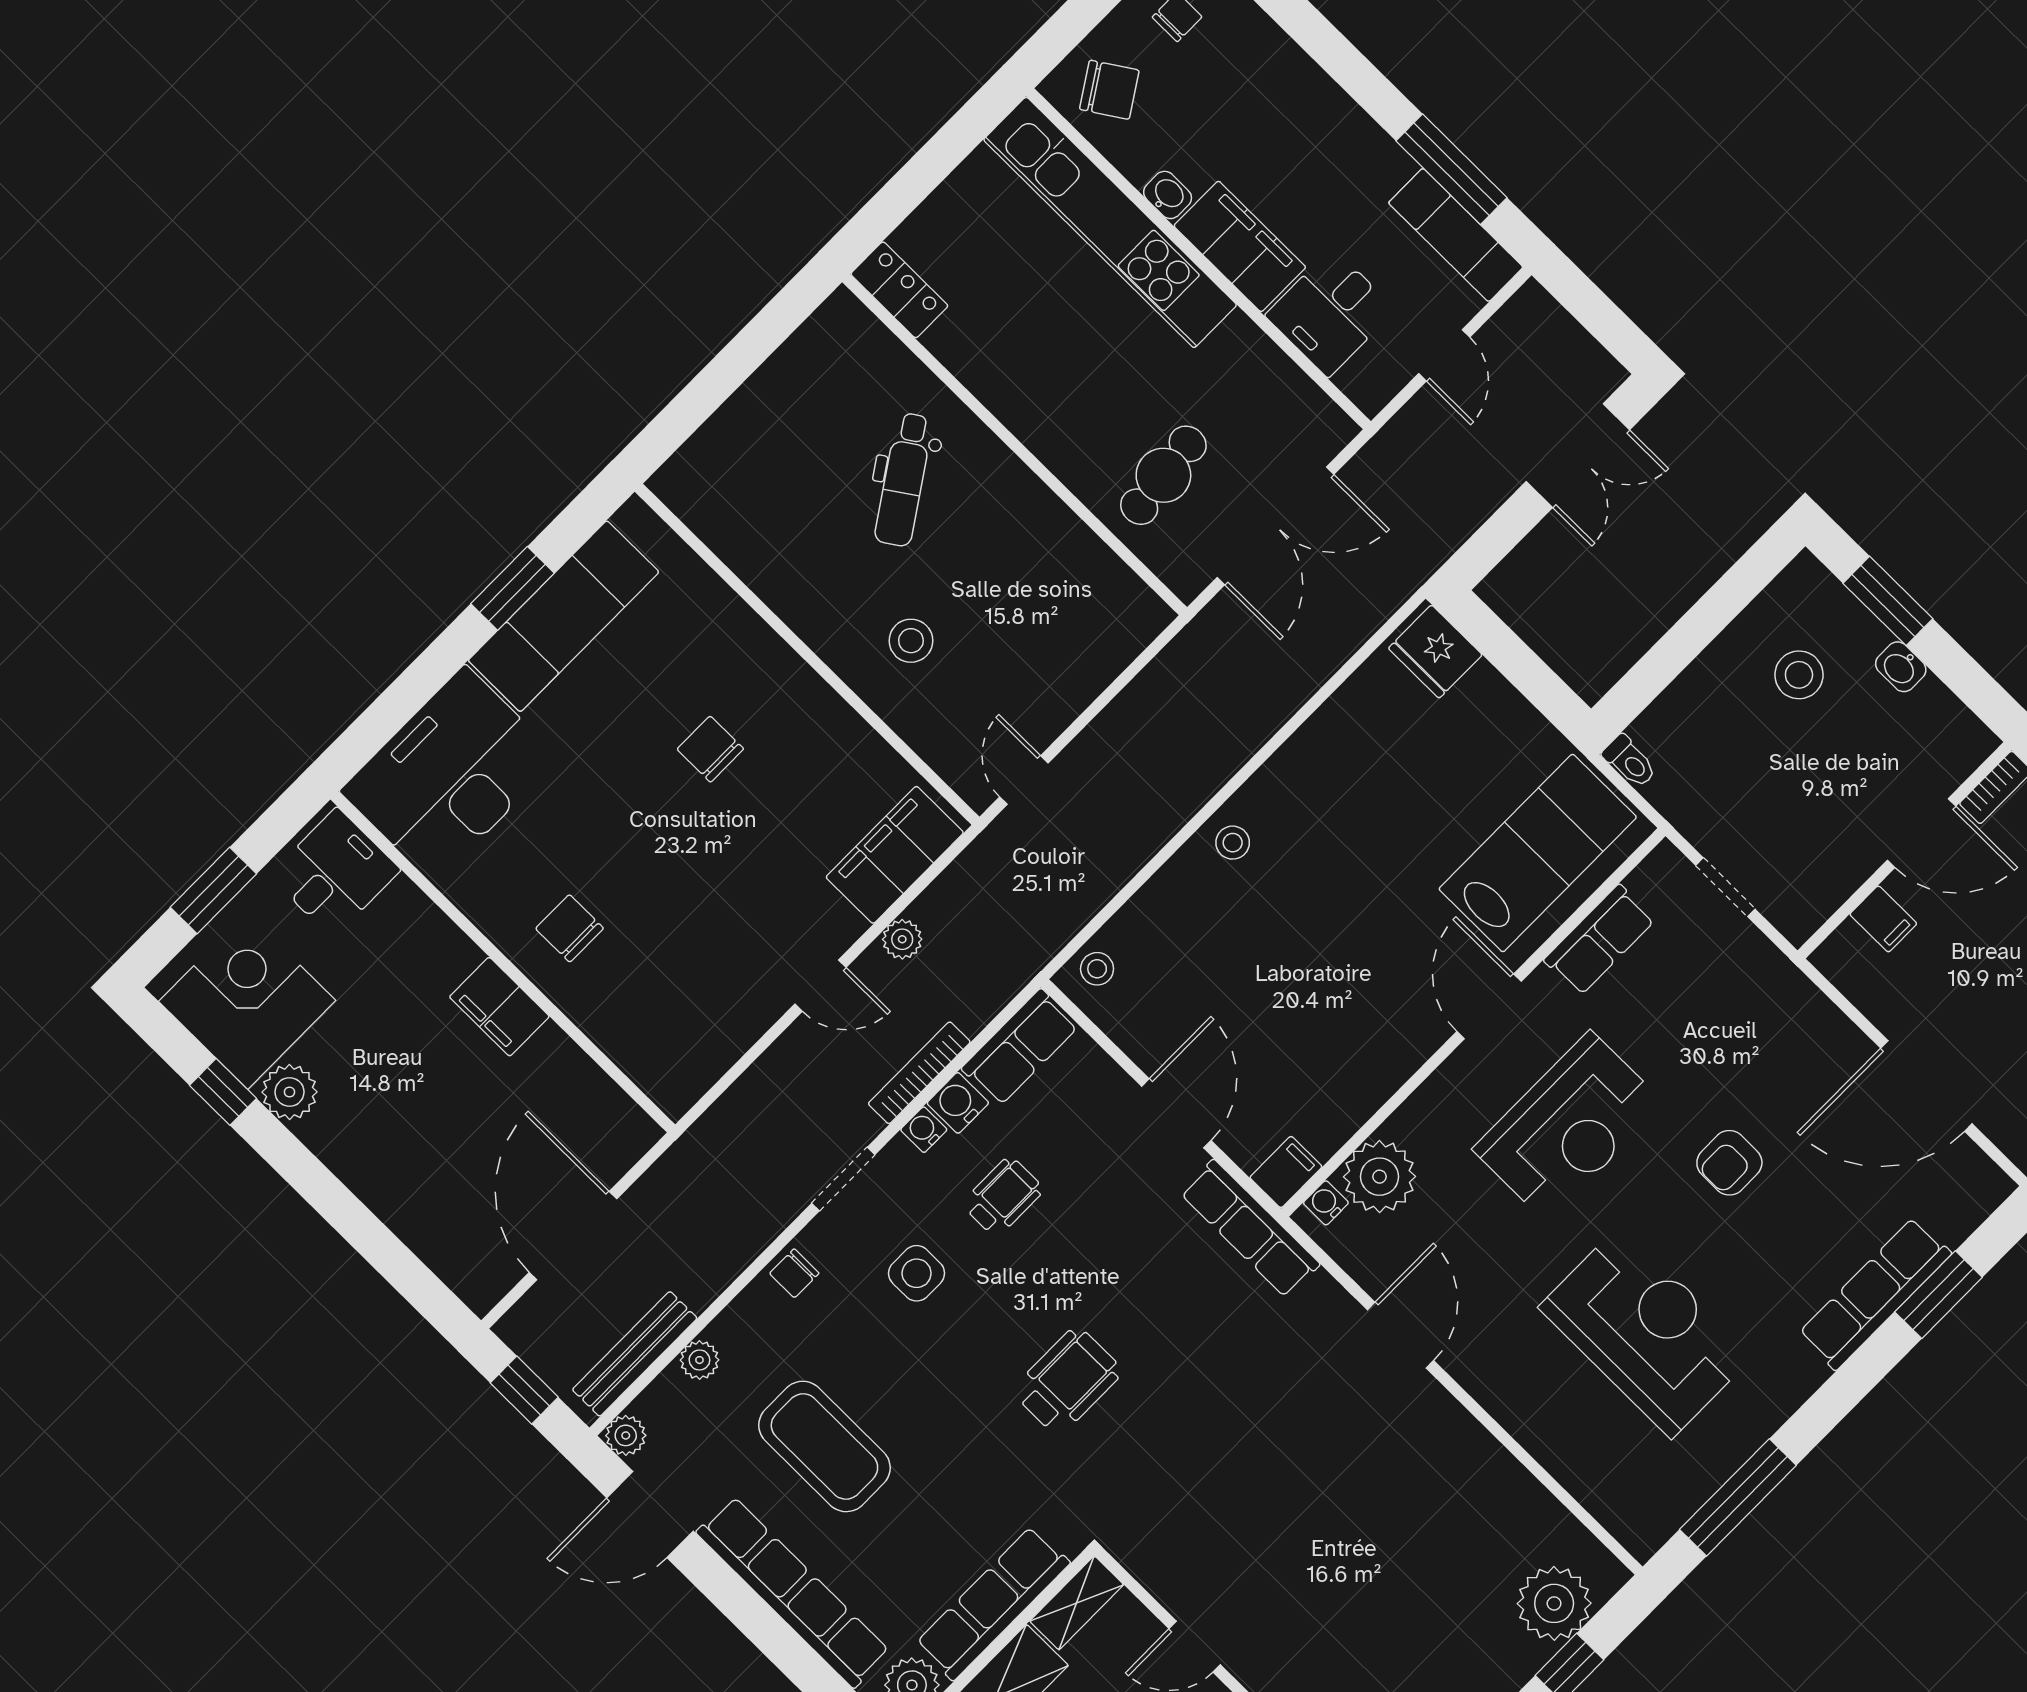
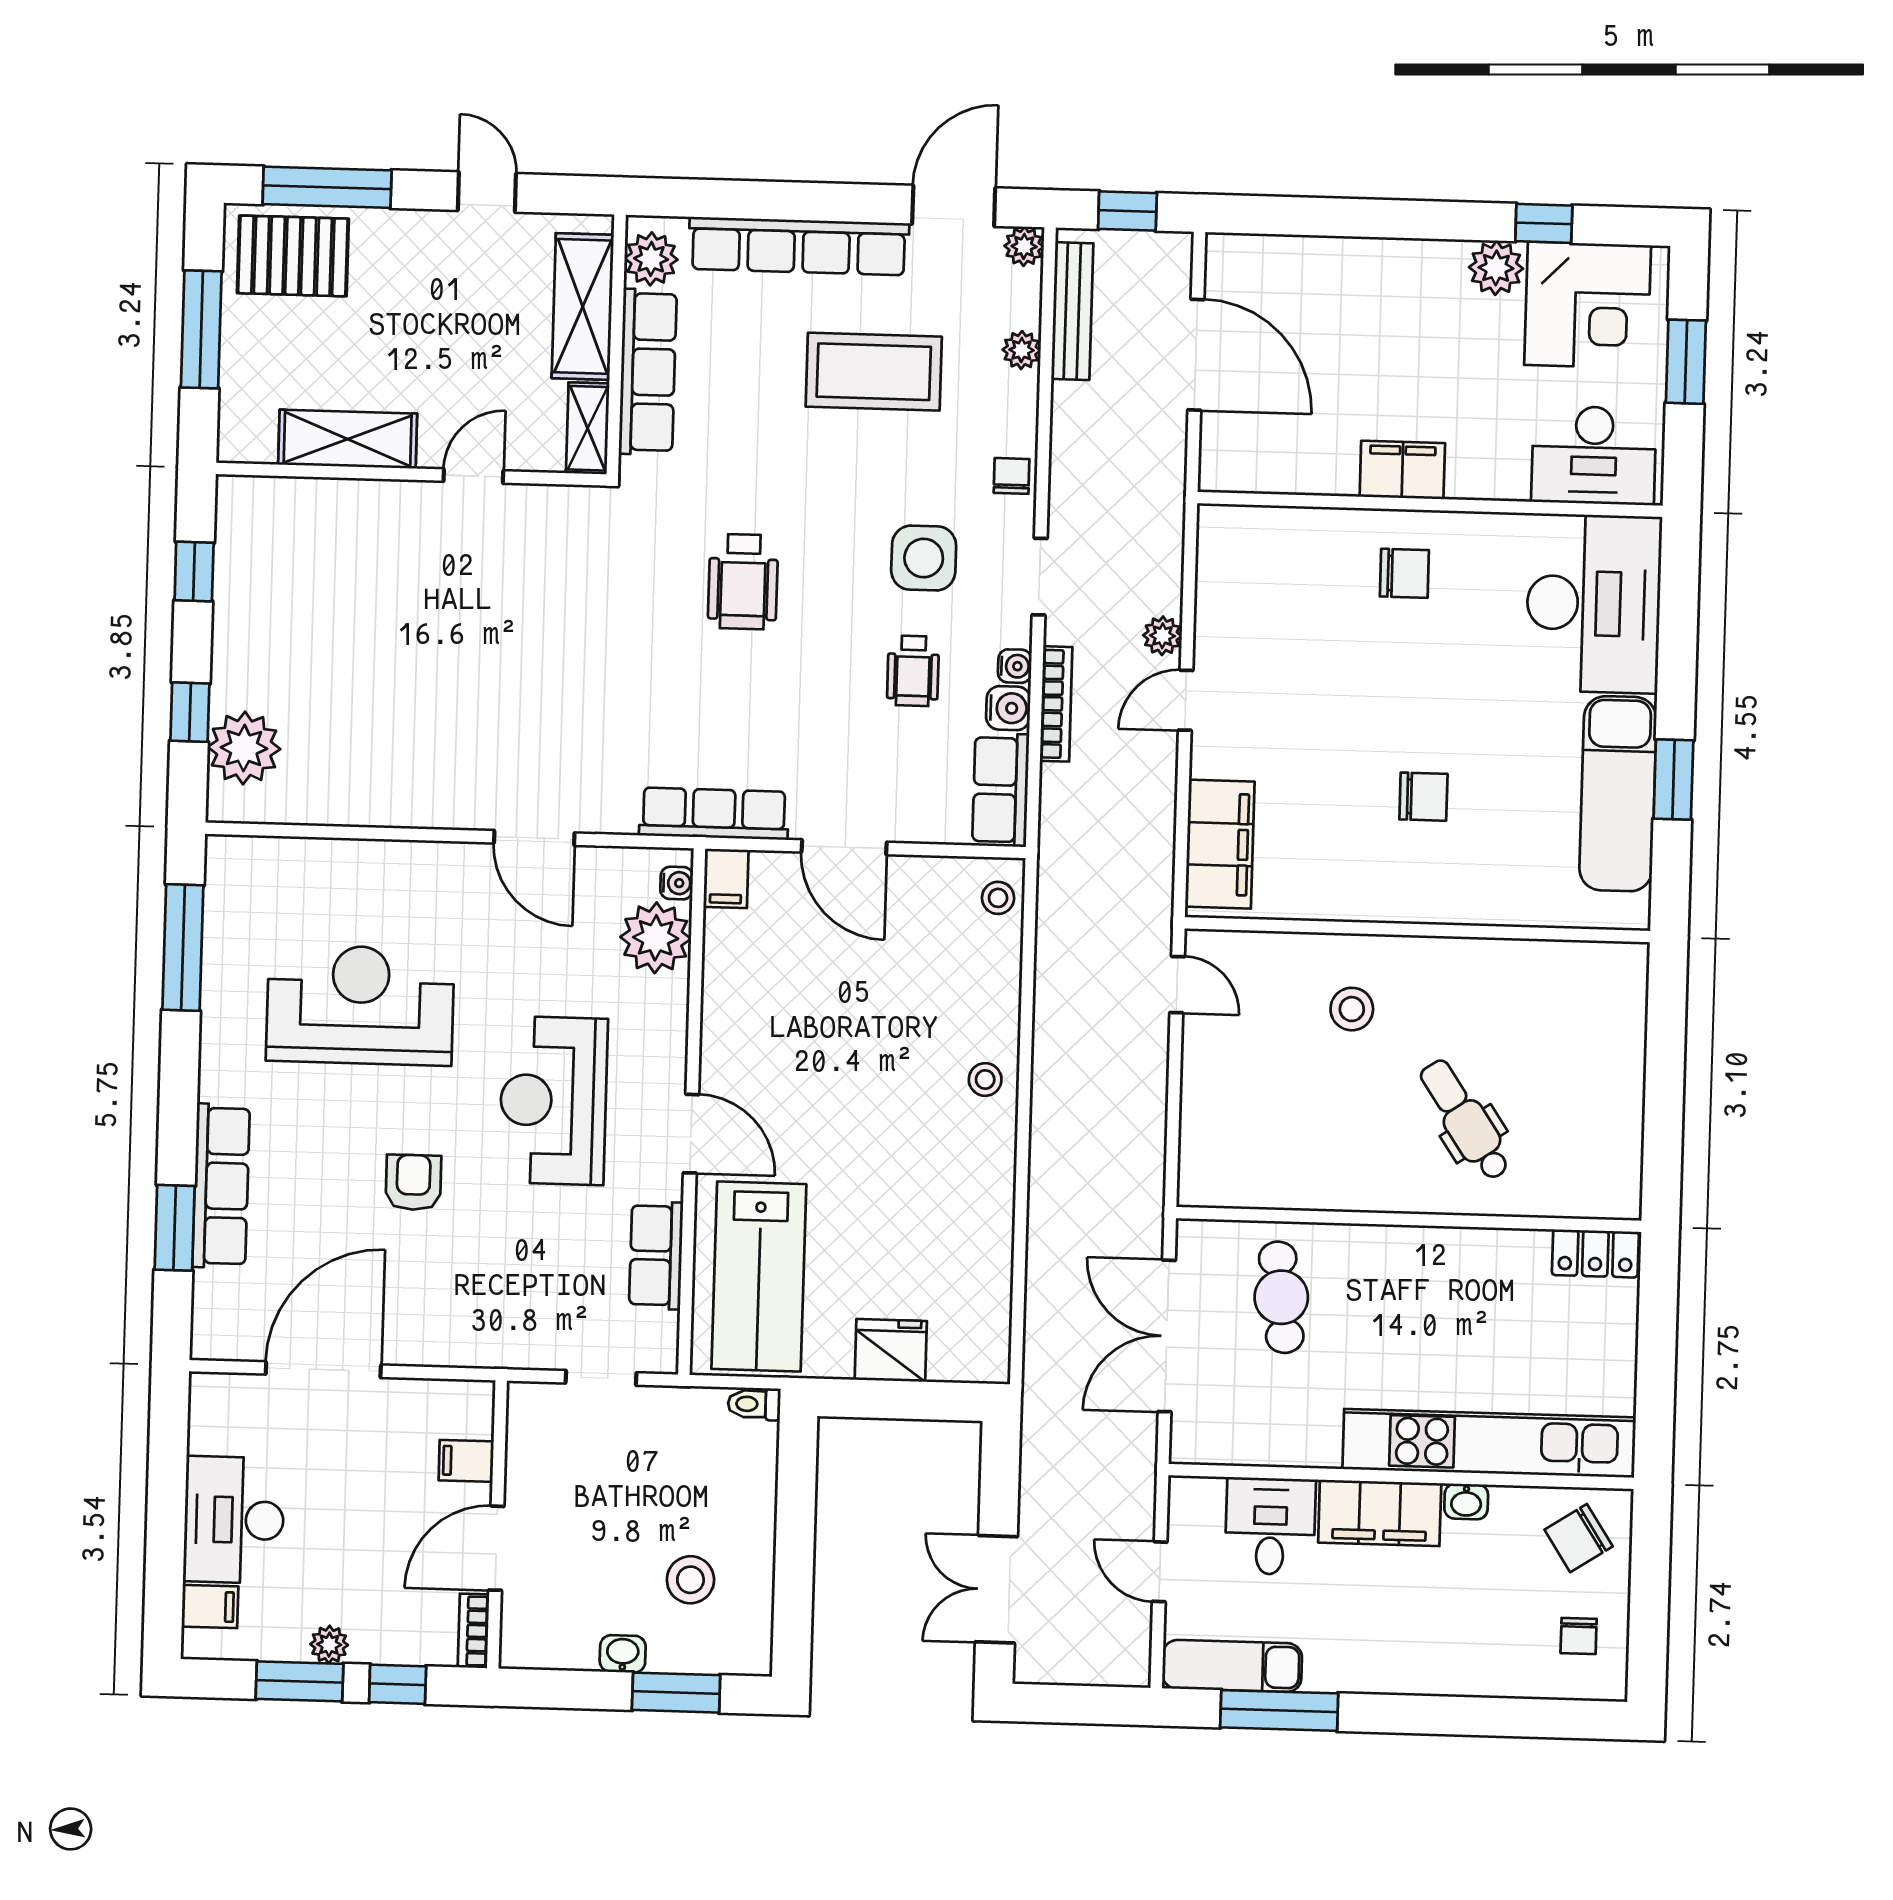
fridge: (1435, 652) -> (891, 1350), moved
desk: (335, 873) -> (1594, 455), width x1.37
plant: (902, 939) -> (1162, 636), moved
side table: (917, 1273) -> (924, 558), width x1.37, depth x1.37
reception desk: (1646, 1332) -> (360, 1005), turned 180

